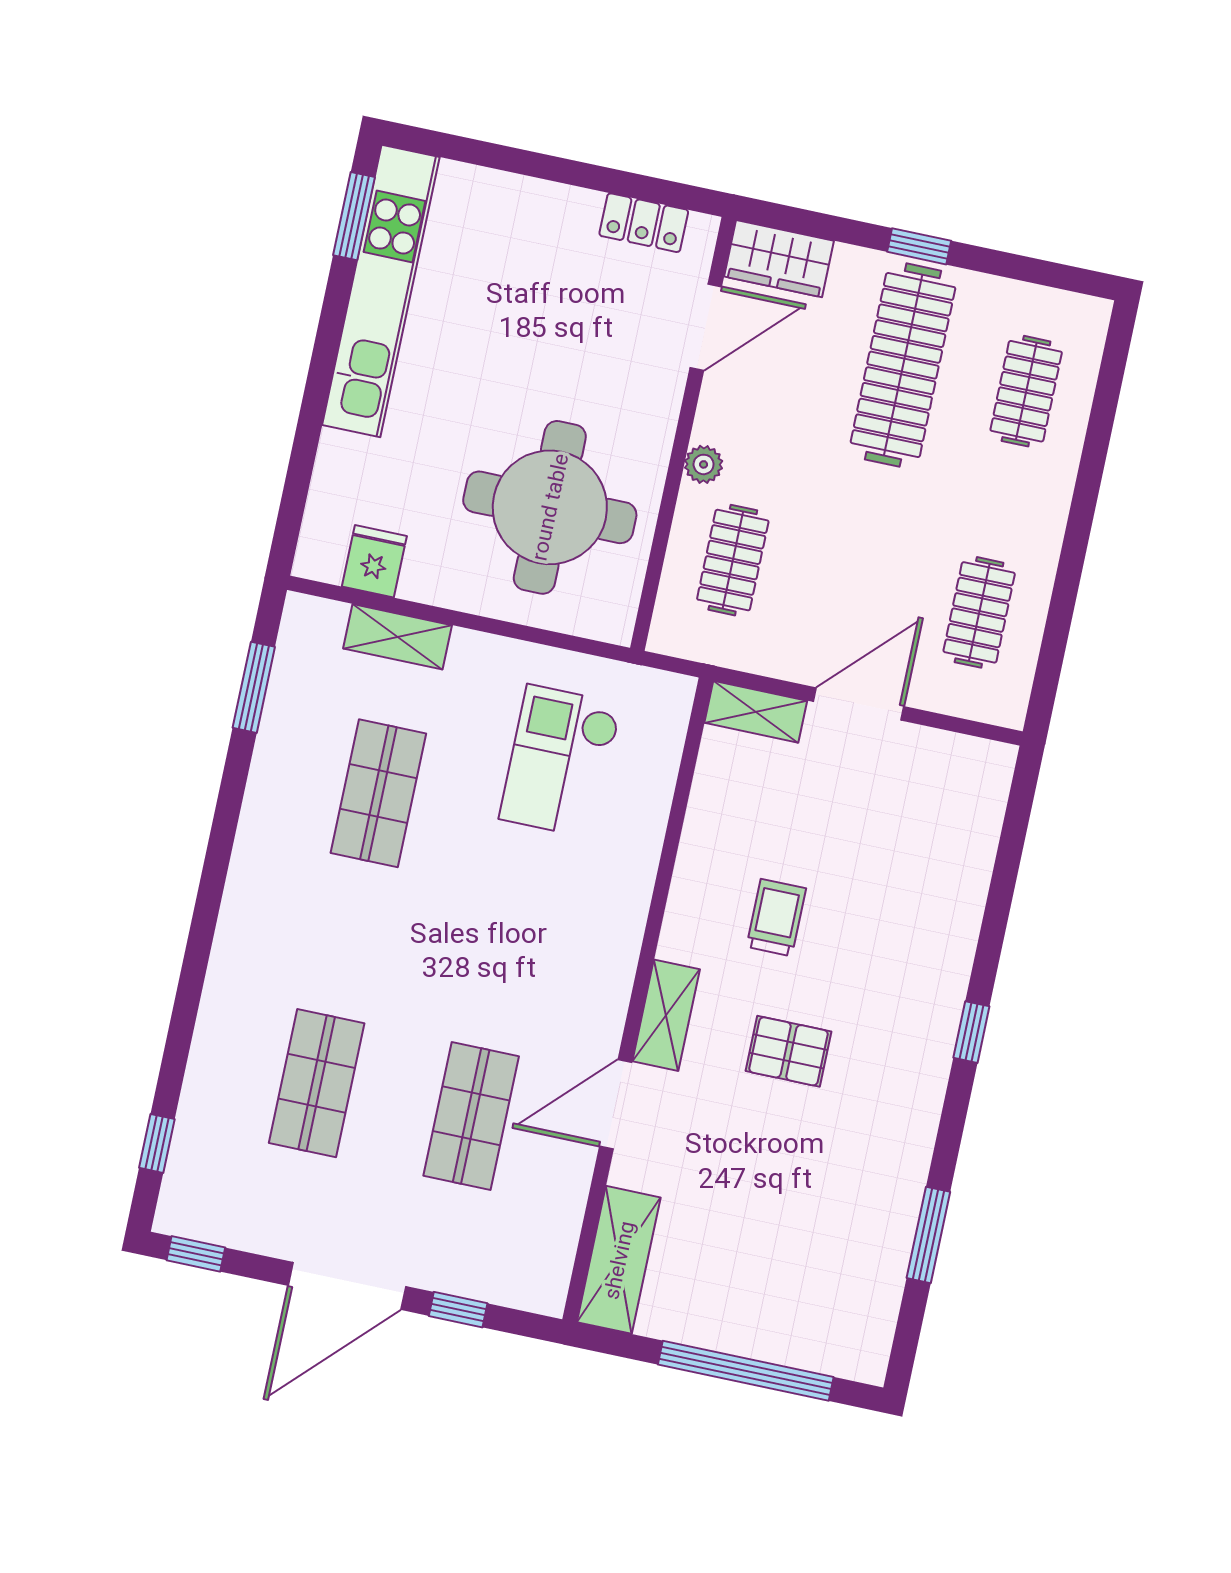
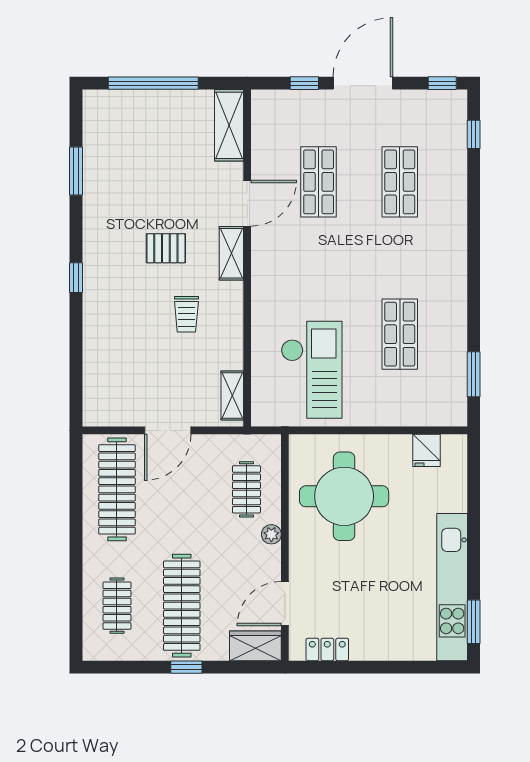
clothes rail: (979, 612) -> (117, 489), width x1.86, depth x1.31
shelving: (398, 637) -> (407, 415), removed
shelving: (756, 712) -> (232, 395), moved, turned 90
checkout: (560, 761) -> (312, 370), width x1.36, depth x1.21

